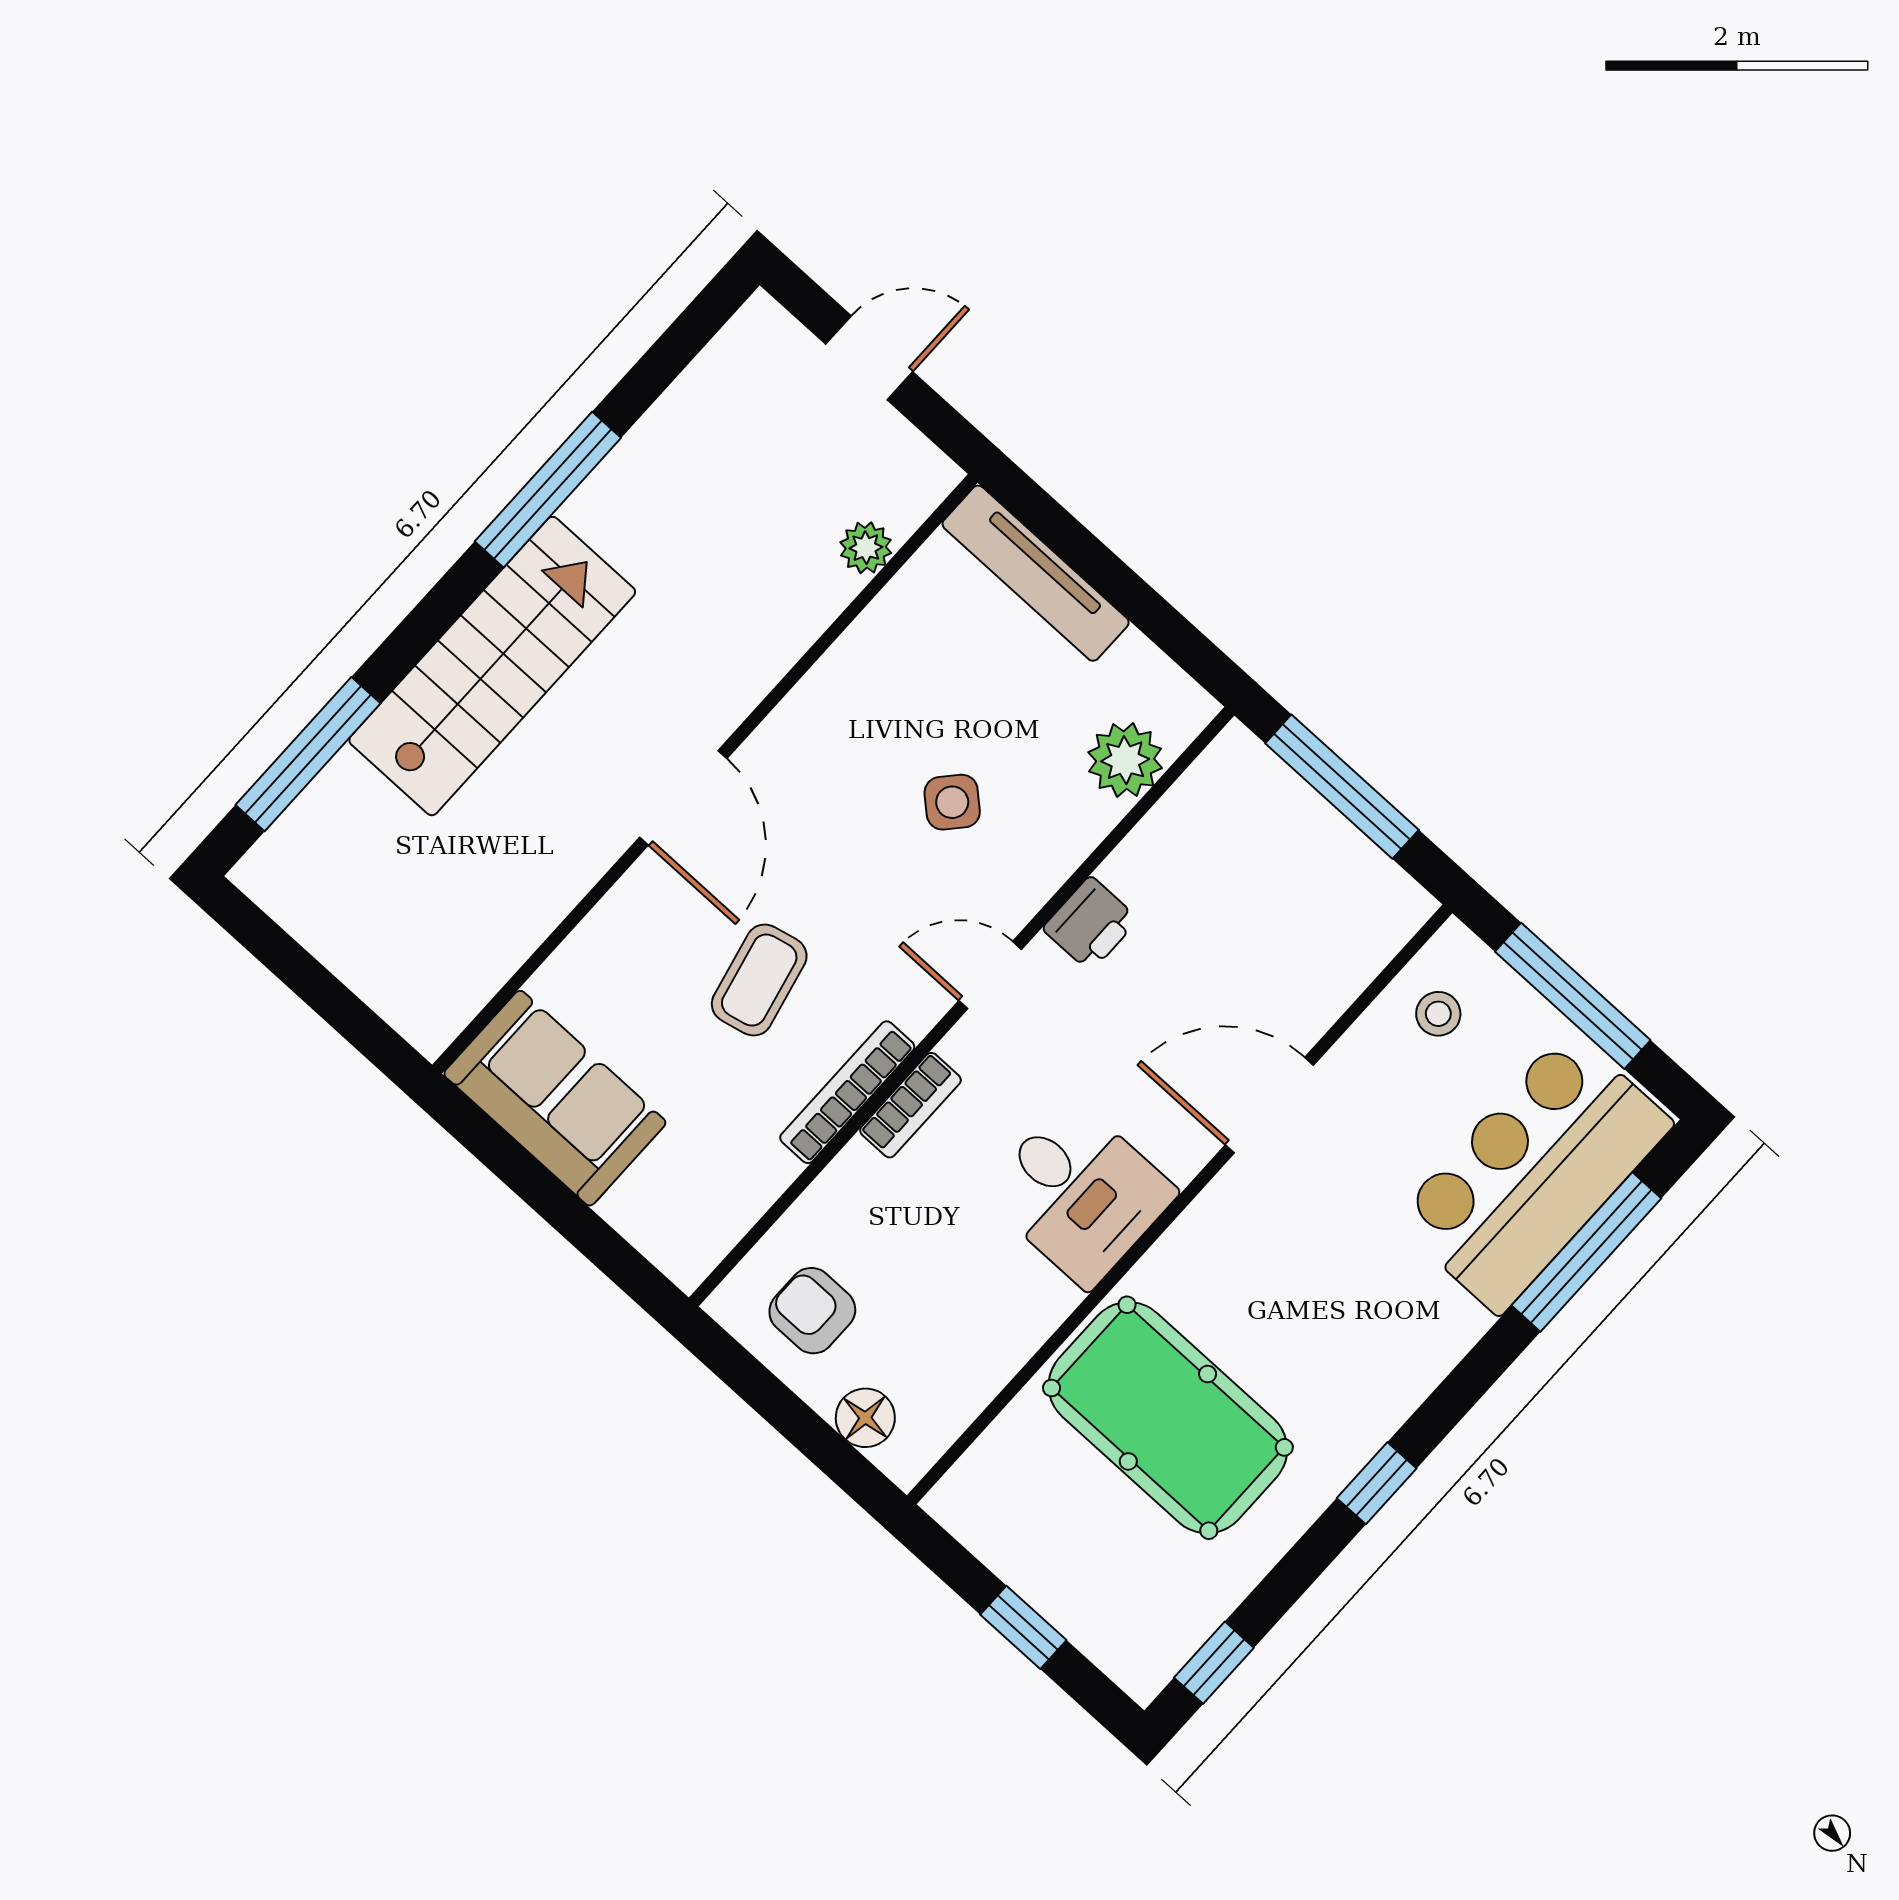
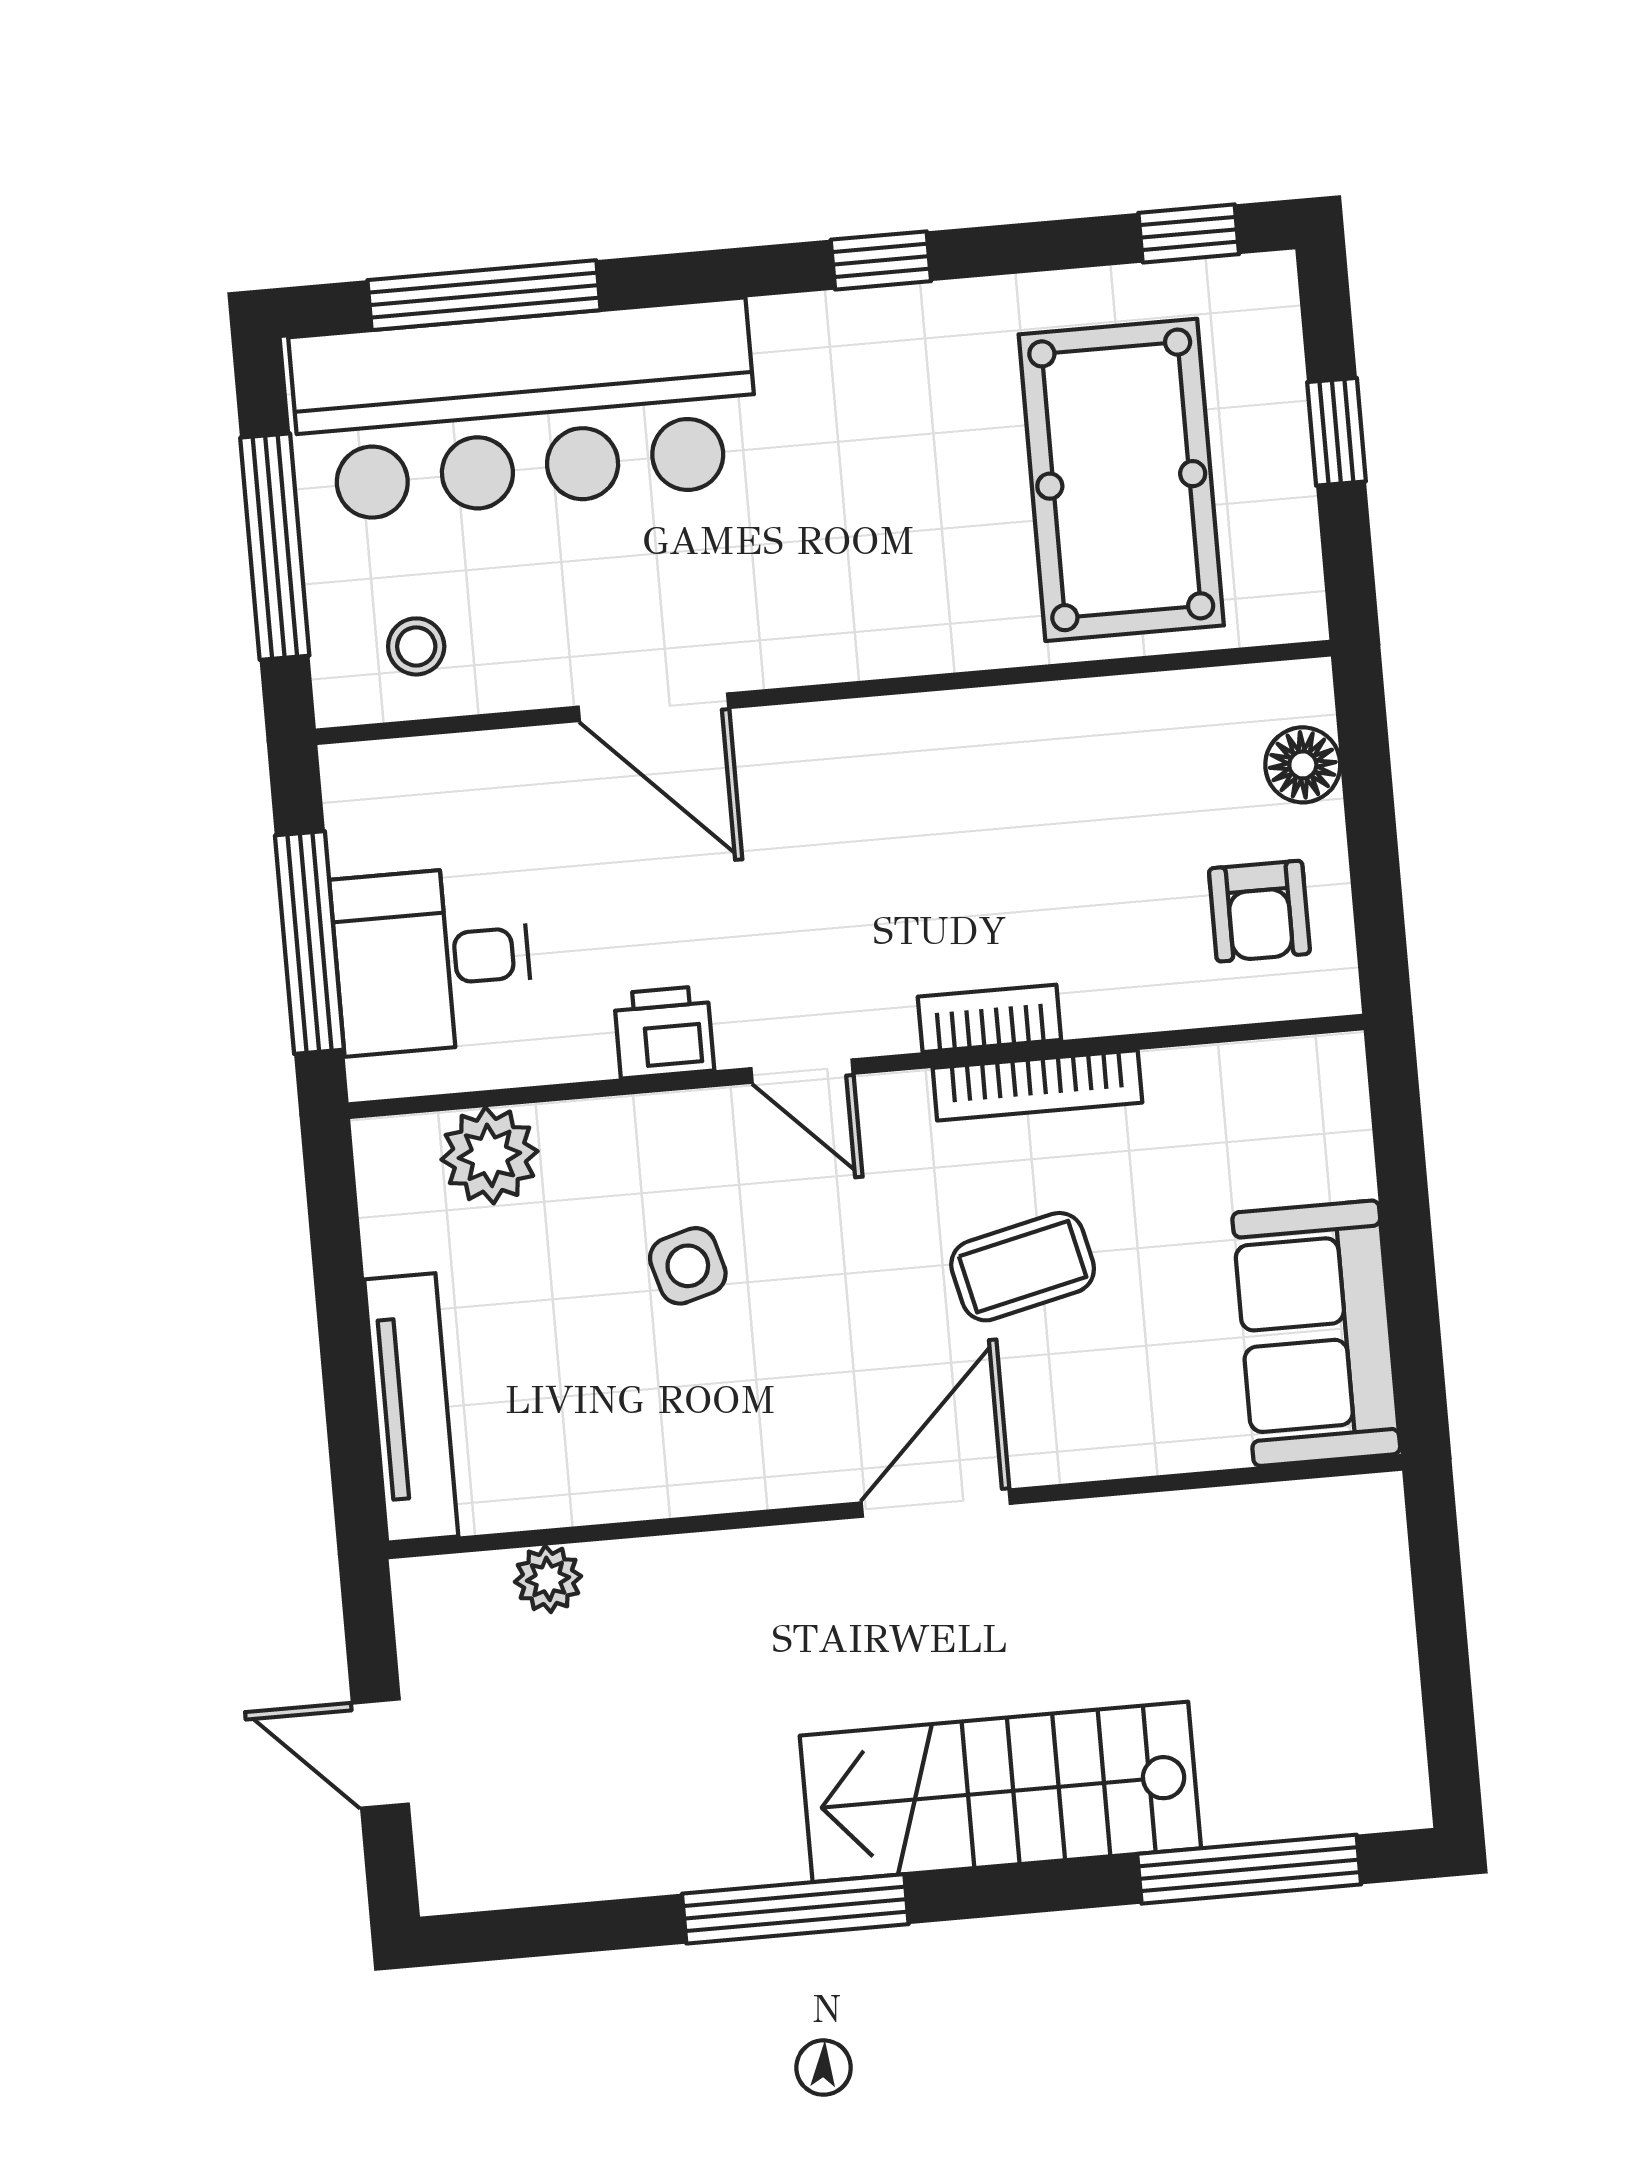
side table: (952, 802) -> (688, 1266), turned 32
bar counter: (1534, 1172) -> (525, 411), width x1.36
desk: (1080, 1193) -> (432, 960), moved, turned -90
pool table: (1168, 1418) -> (1121, 480), moved

